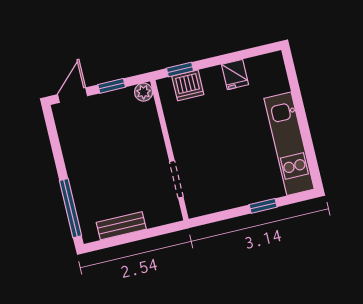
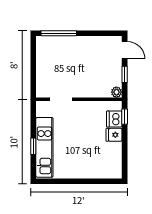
fridge: (235, 75) -> (114, 135), moved
kitchen unit: (289, 144) -> (44, 147), moved, turned 90
bench: (121, 226) -> (41, 60), removed

